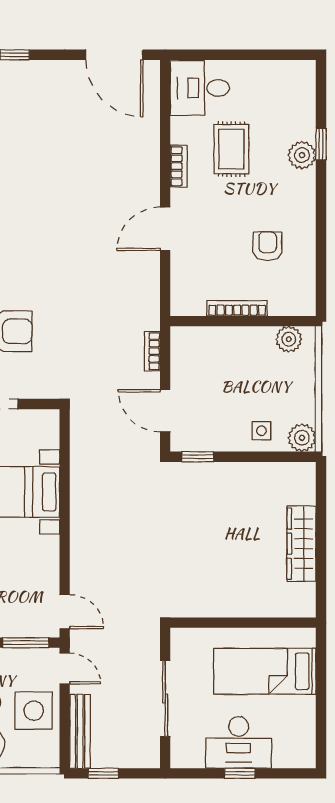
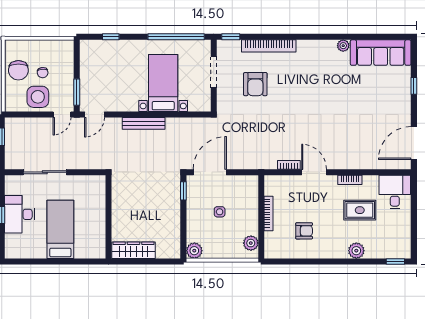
window: (321, 144) -> (395, 262), moved
bookcase: (152, 351) -> (289, 165), moved
door: (165, 411) -> (210, 172), width x1.36
side table: (261, 431) -> (220, 212), moved
wall: (243, 623) -> (108, 217), moved
bench: (80, 731) -> (144, 123), moved

